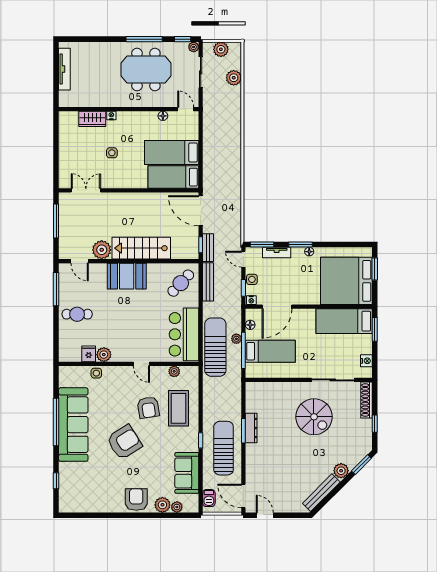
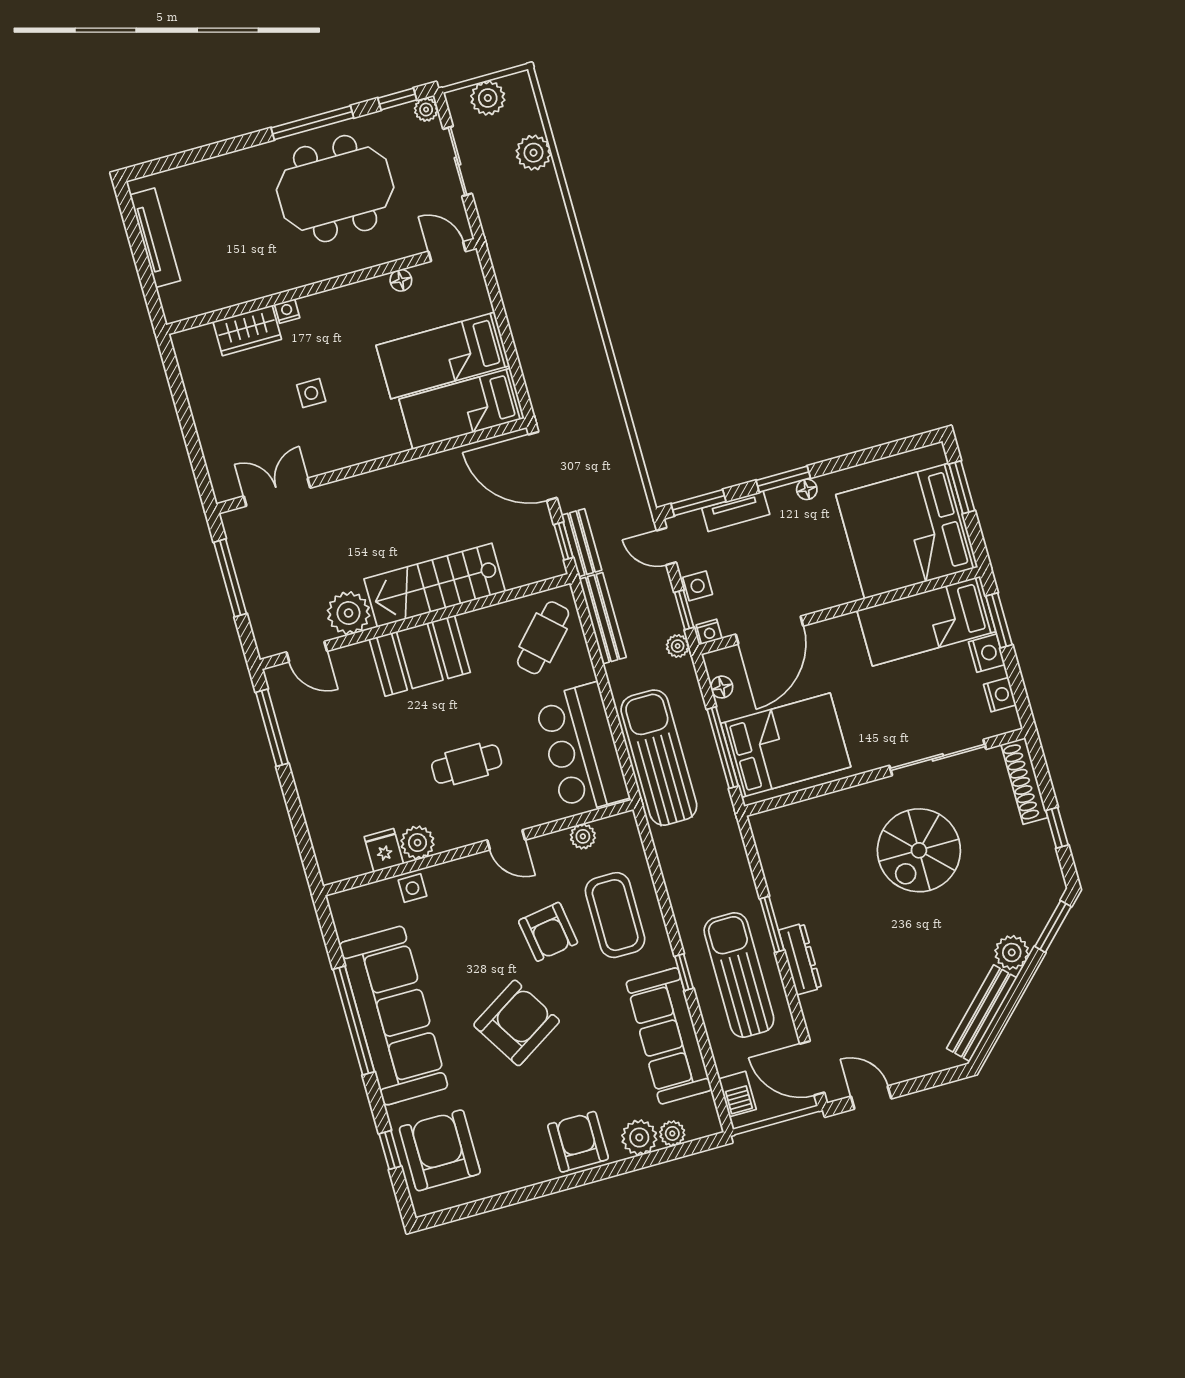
cafe table: (77, 314) -> (467, 764), moved
plant: (236, 339) -> (678, 646), moved
nightstand: (366, 342) -> (987, 653), added
bed: (270, 351) -> (786, 745), width x1.50
spiral stairs: (314, 417) -> (919, 850), turned 90
dresser: (251, 428) -> (800, 959), moved
sofa: (187, 473) -> (669, 1036), width x1.36
armchair: (77, 487) -> (440, 1150), added

